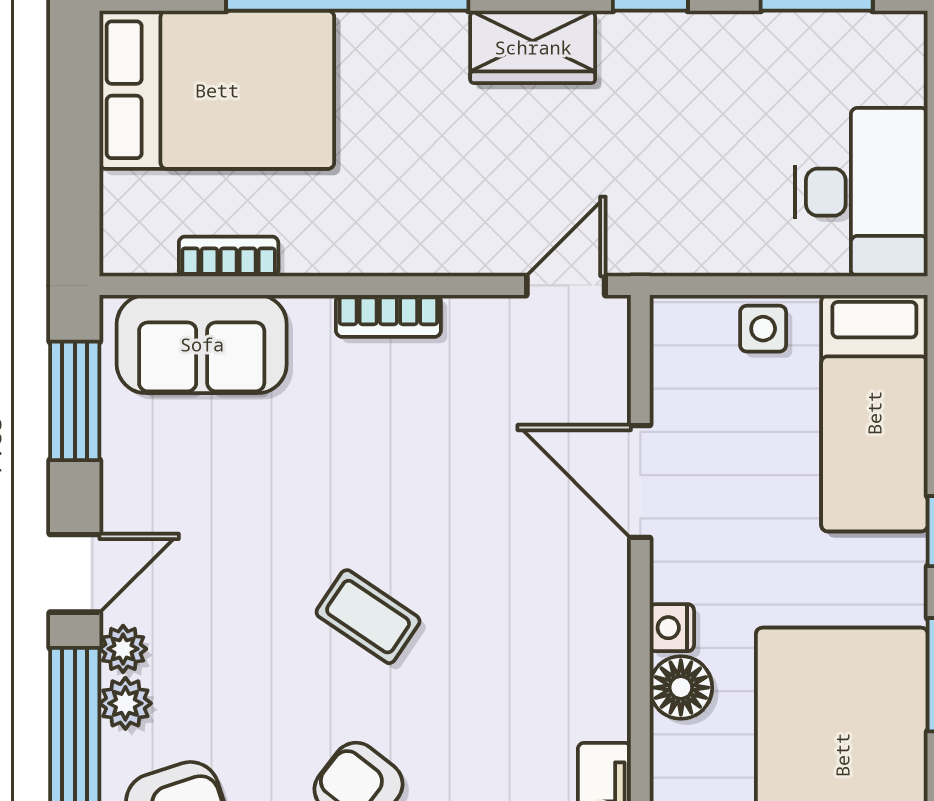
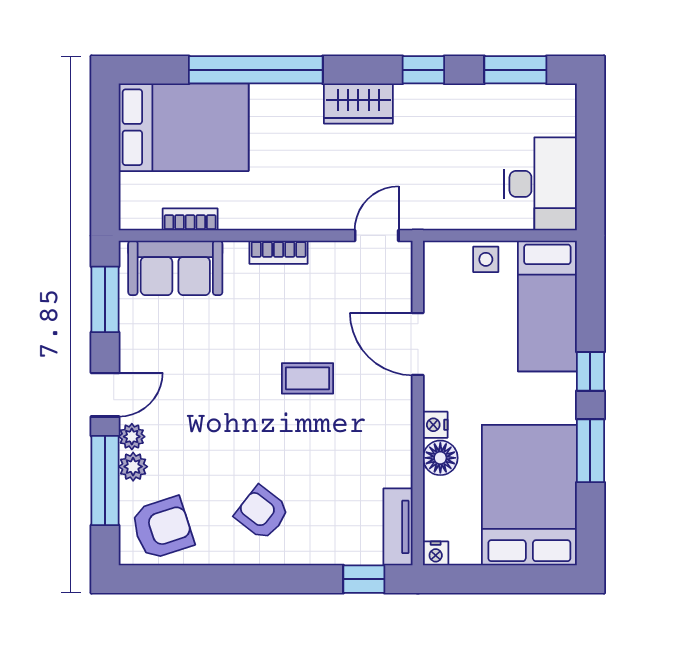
coffee table: (368, 617) -> (307, 378), moved, turned -34

